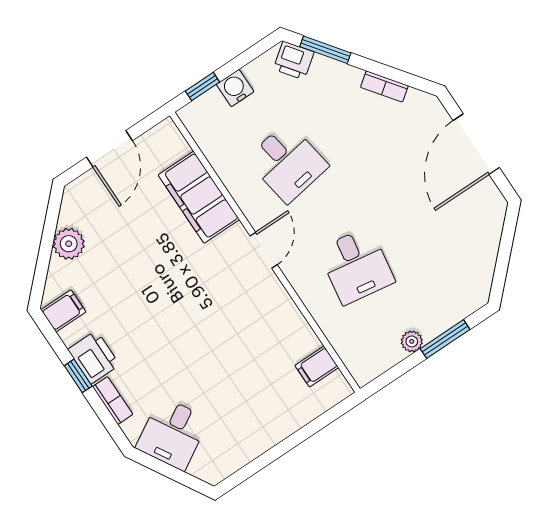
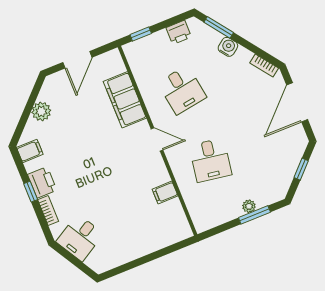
printer: (294, 61) -> (179, 32), moved, turned -53
bookcase: (384, 86) -> (264, 66), moved
water cooler: (235, 88) -> (228, 47), moved, turned 53
door: (264, 250) -> (157, 139), hinge flipped
window: (505, 250) -> (301, 169), added
plant: (412, 341) -> (249, 206), moved
filing cabinet: (317, 366) -> (165, 193), moved

